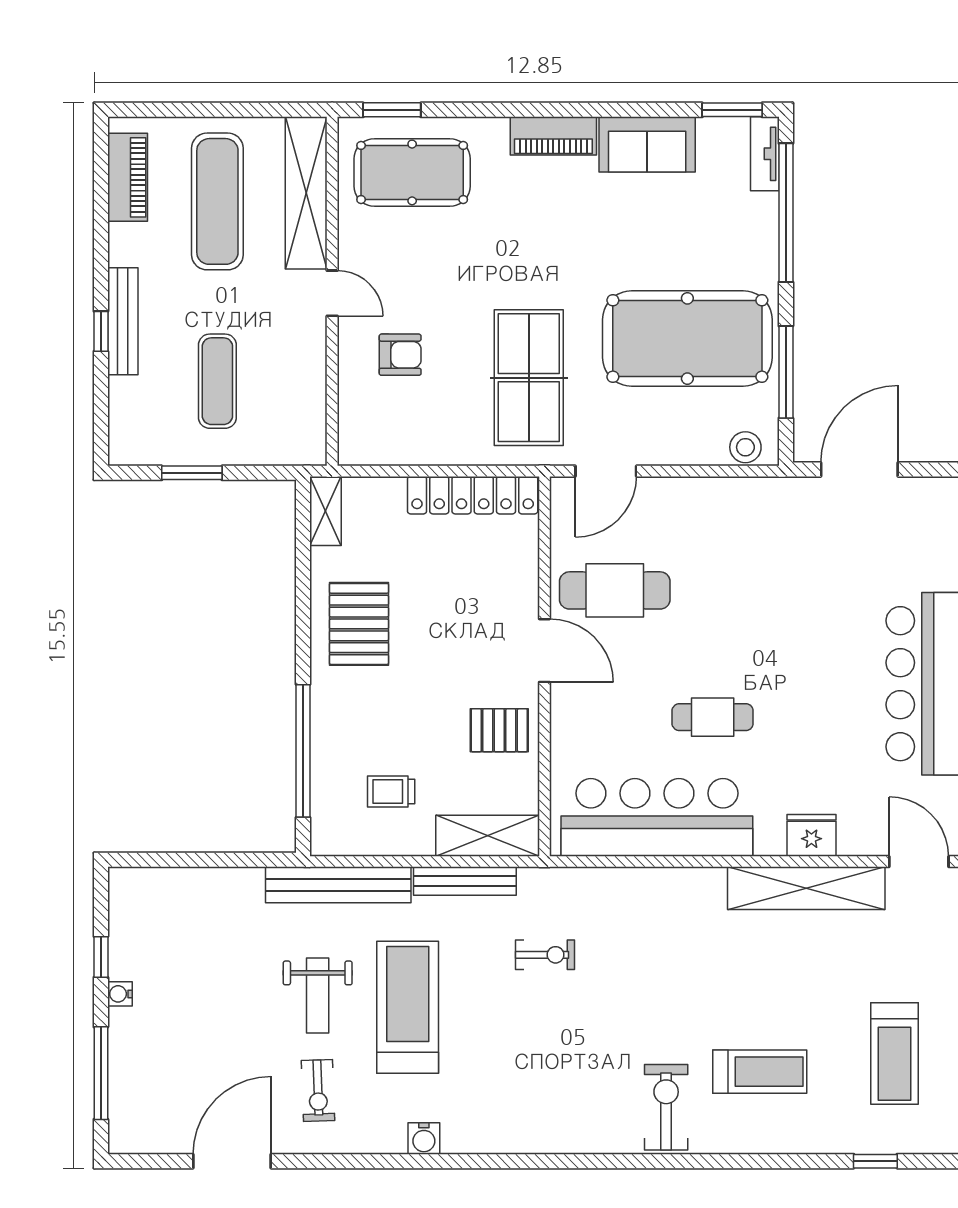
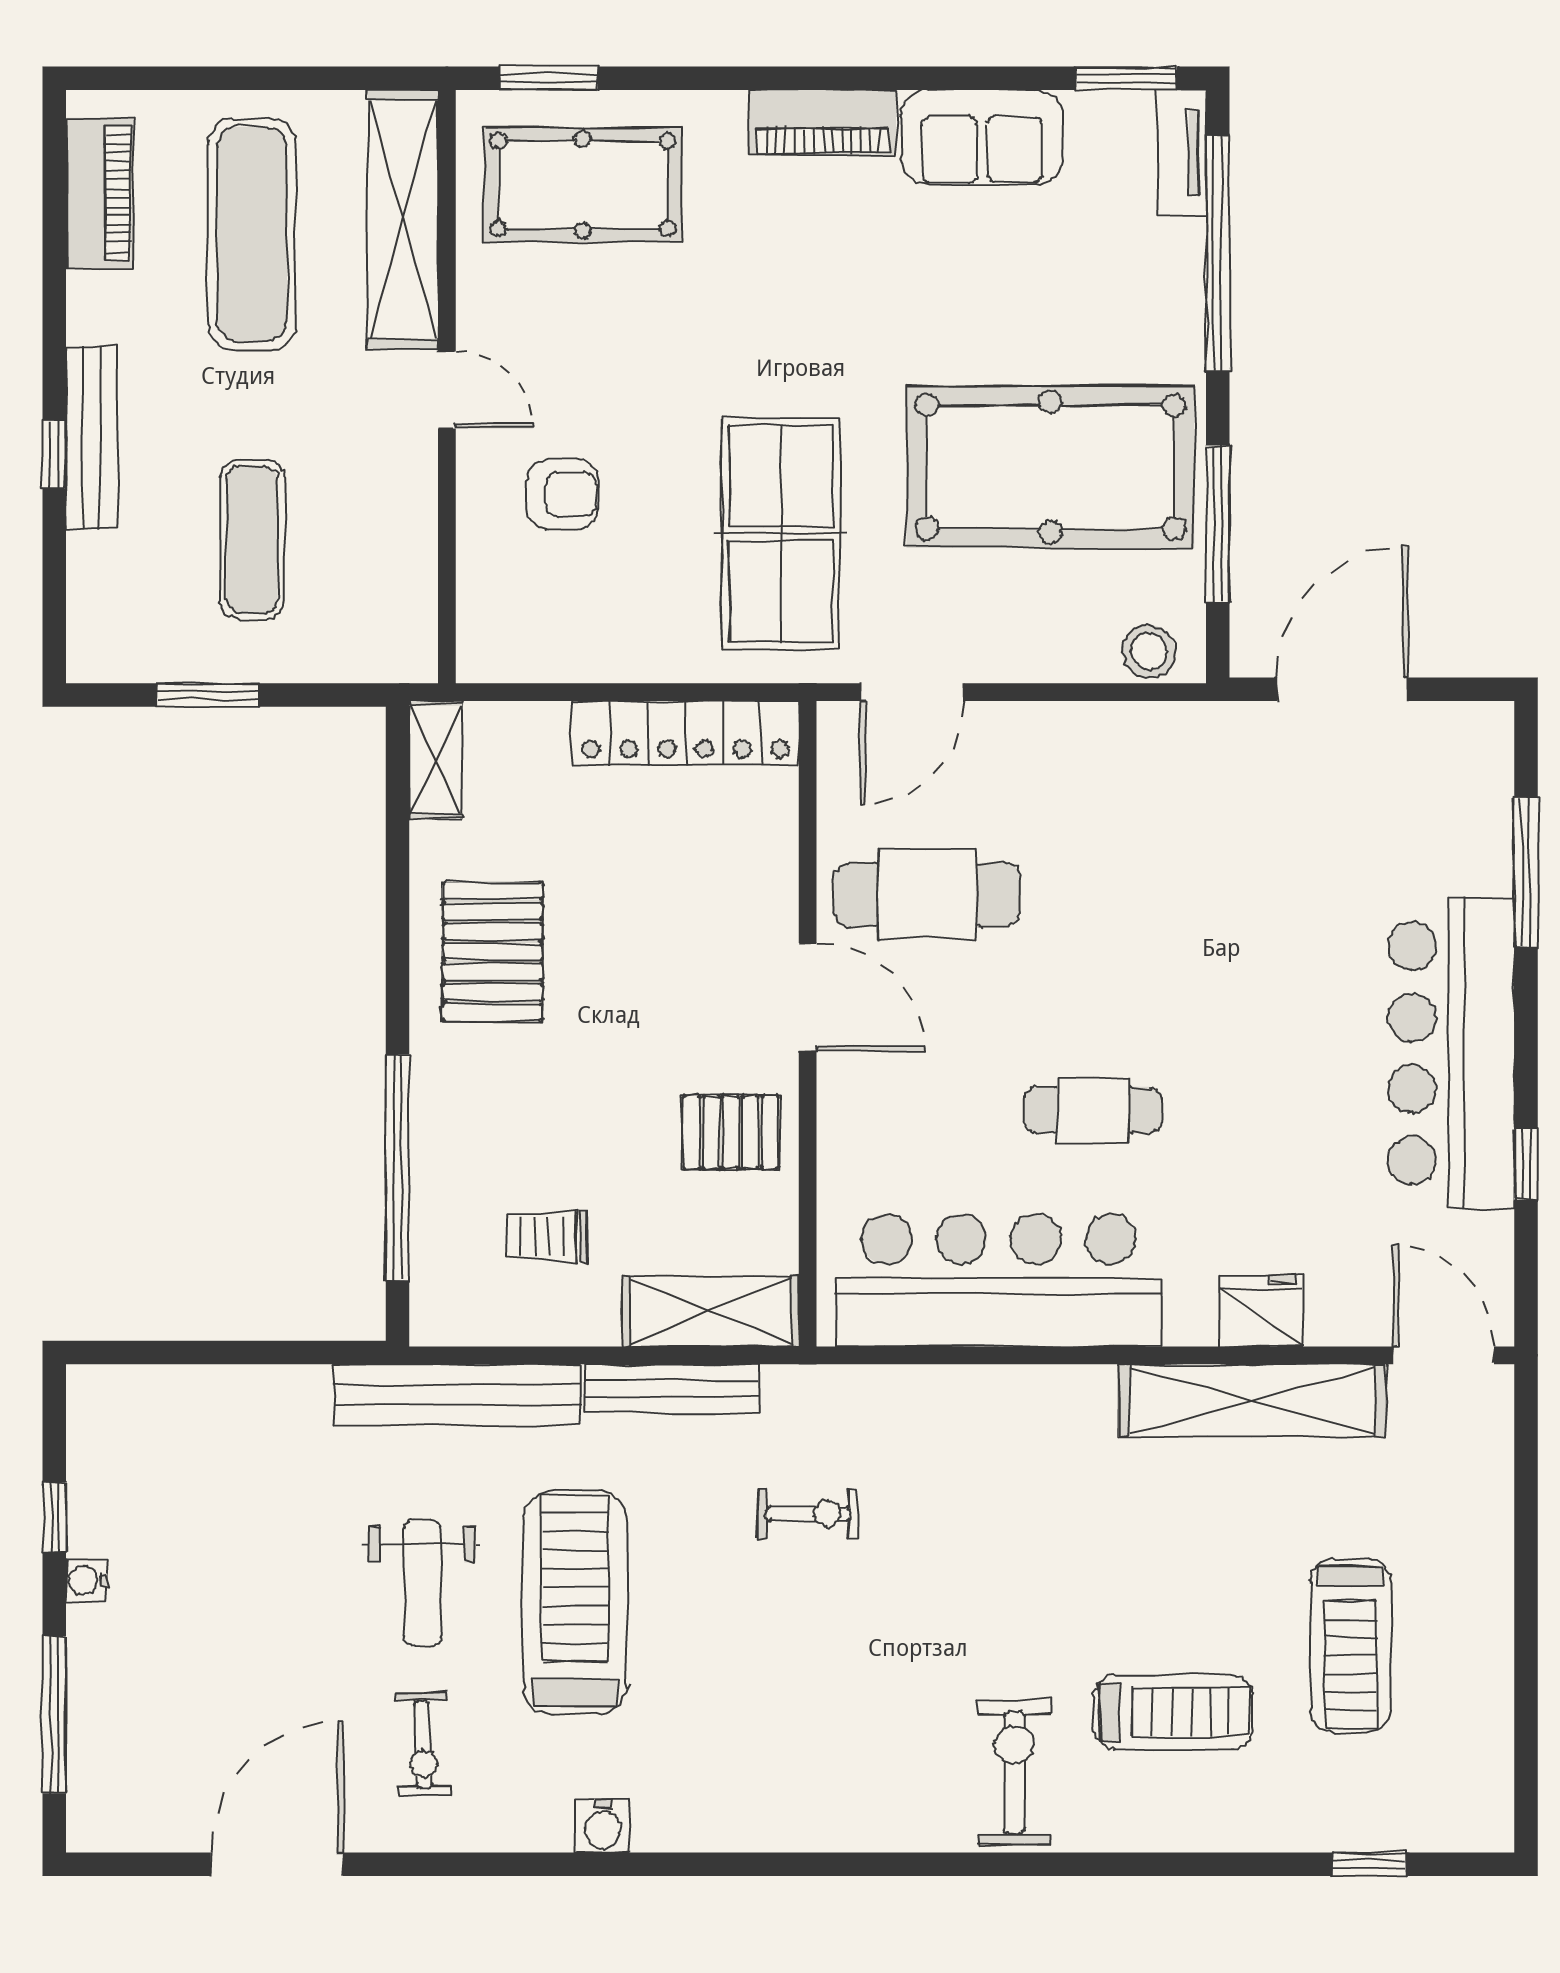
treadmill: (894, 1053) -> (1351, 1645), moved

